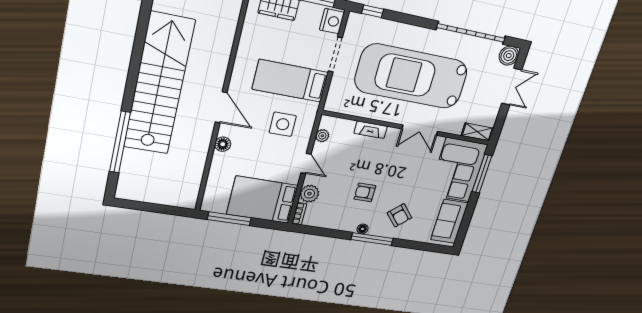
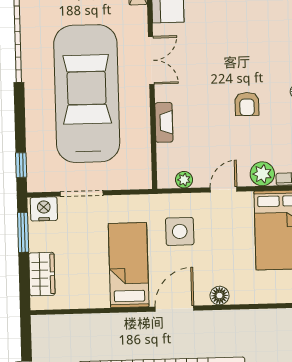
car: (411, 76) -> (87, 94), turned 180
bed: (290, 81) -> (129, 265), moved, turned 180
armchair: (400, 215) -> (270, 49), removed

